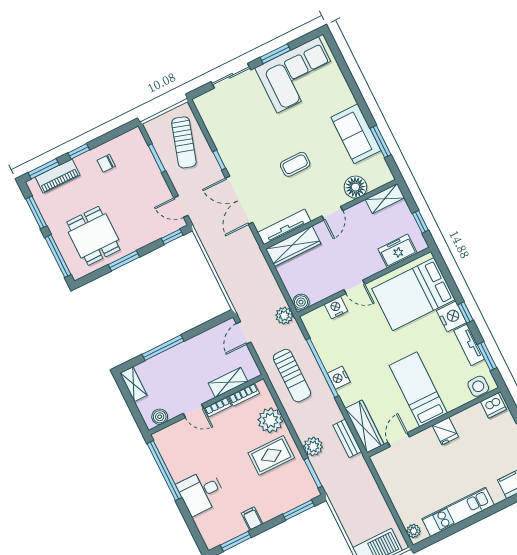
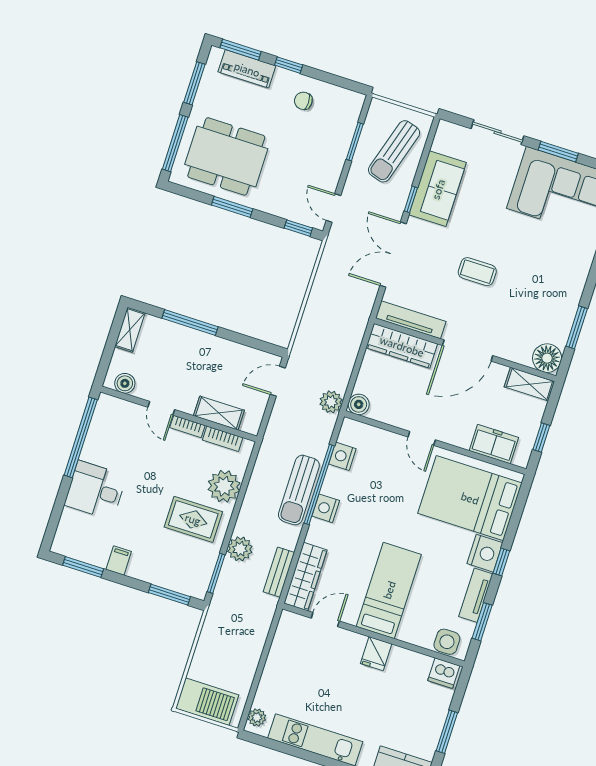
sofa: (356, 134) -> (438, 189), moved, turned 180
floor lamp: (355, 187) -> (547, 358), moved
door: (332, 213) -> (468, 350), width x1.87
dining table: (93, 236) -> (226, 156), width x1.38
nightstand: (336, 308) -> (342, 456), moved, turned -90
sun lounger: (292, 376) -> (299, 490), moved

